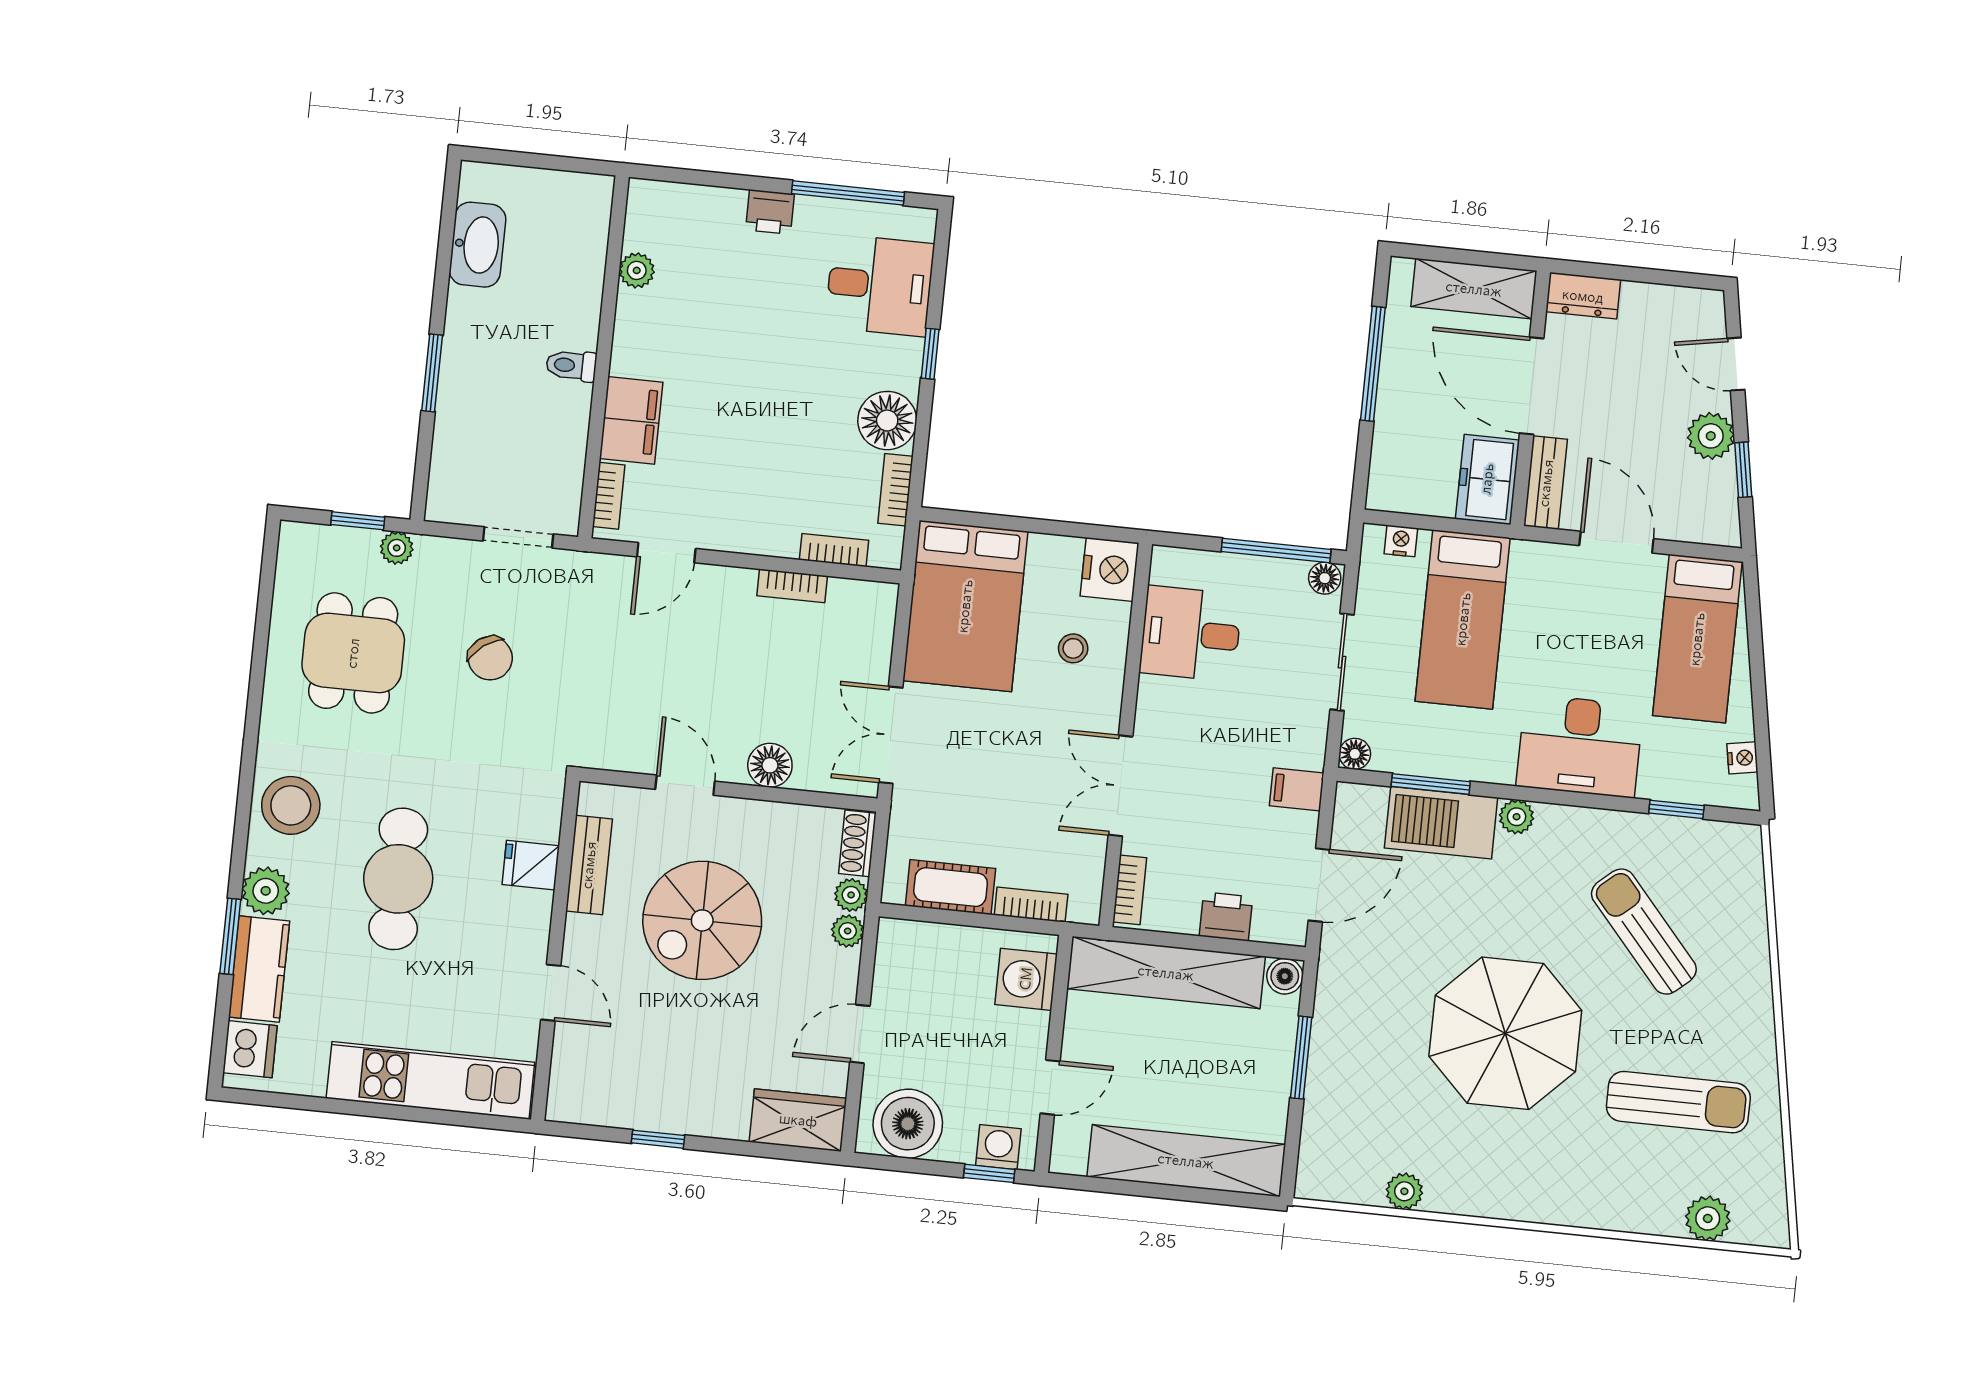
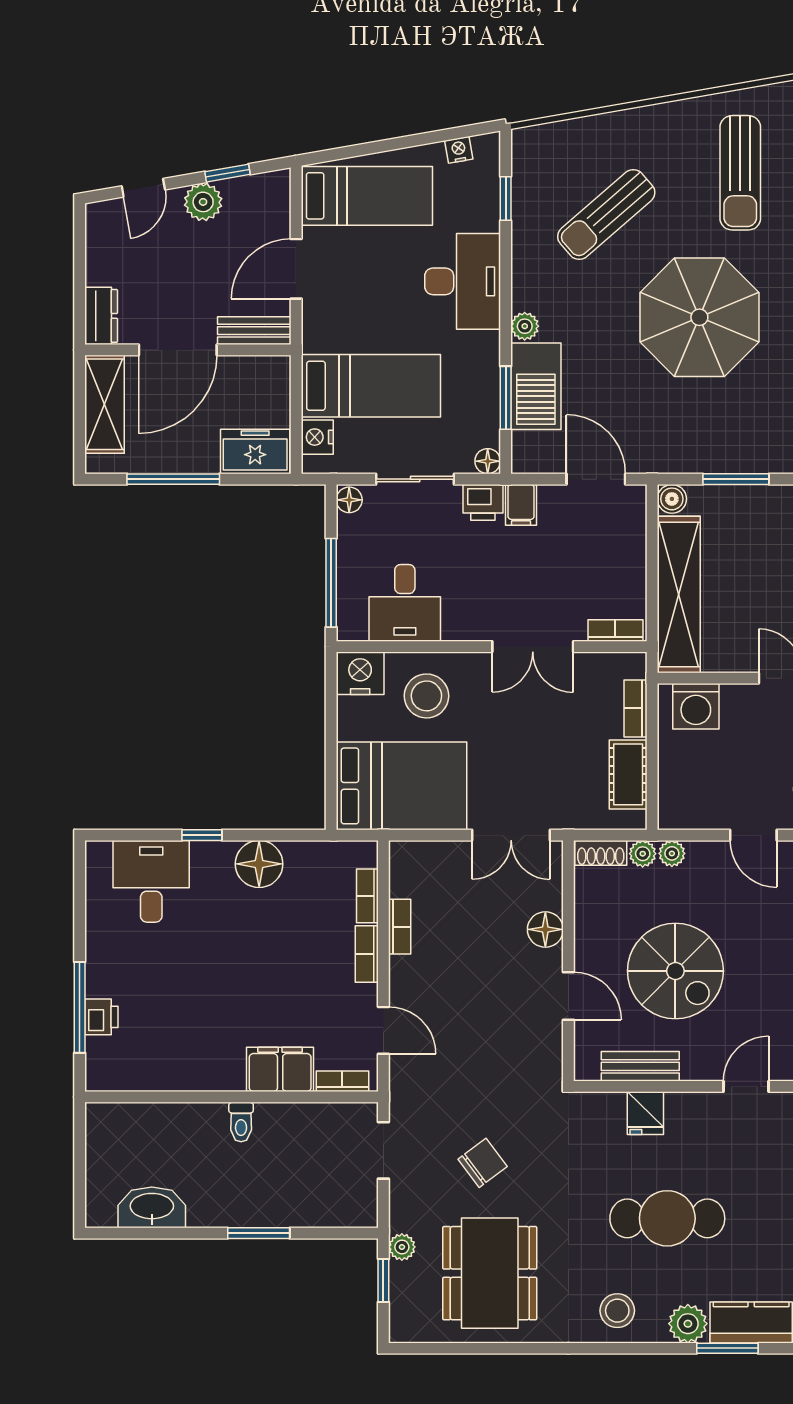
window: (848, 193) -> (80, 1007), moved
printer: (770, 212) -> (101, 1017), moved
plant: (637, 270) -> (159, 1077), removed
freezer: (1487, 479) -> (255, 451), moved, turned 180
bookcase: (895, 490) -> (367, 954), moved, turned 90
nightstand: (1401, 541) -> (317, 437), width x1.39, depth x1.35
window: (1276, 550) -> (331, 583), moved
stool: (1073, 648) -> (426, 696), width x1.89, depth x1.89
dining table: (353, 653) -> (490, 1273), width x1.38
door: (685, 785) -> (568, 996), swing flipped
stool: (291, 805) -> (617, 1311), width x0.73, depth x0.73
printer: (1226, 917) -> (483, 502), moved, turned -90
sun lounger: (1678, 1102) -> (740, 173), turned 180

